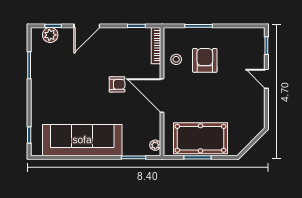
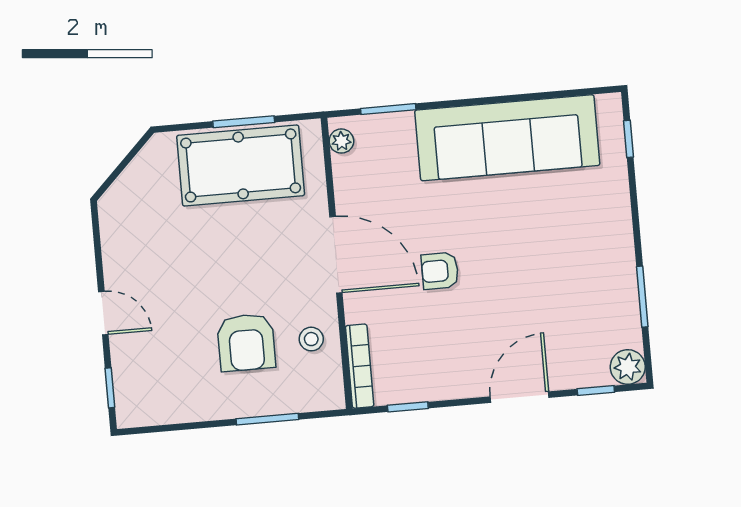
plant: (50, 35) -> (628, 367), moved

